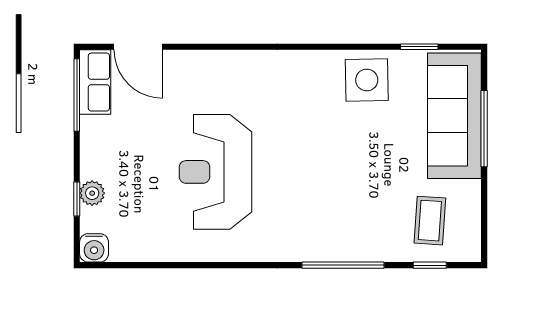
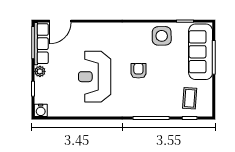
door: (138, 47) -> (60, 21), hinge flipped
row of seats: (95, 82) -> (41, 44), width x1.48
armchair: (314, 159) -> (138, 71), added
plant: (92, 193) -> (40, 71), moved

